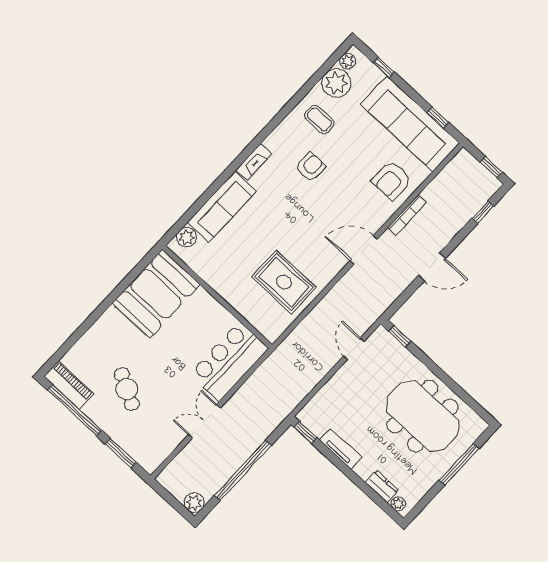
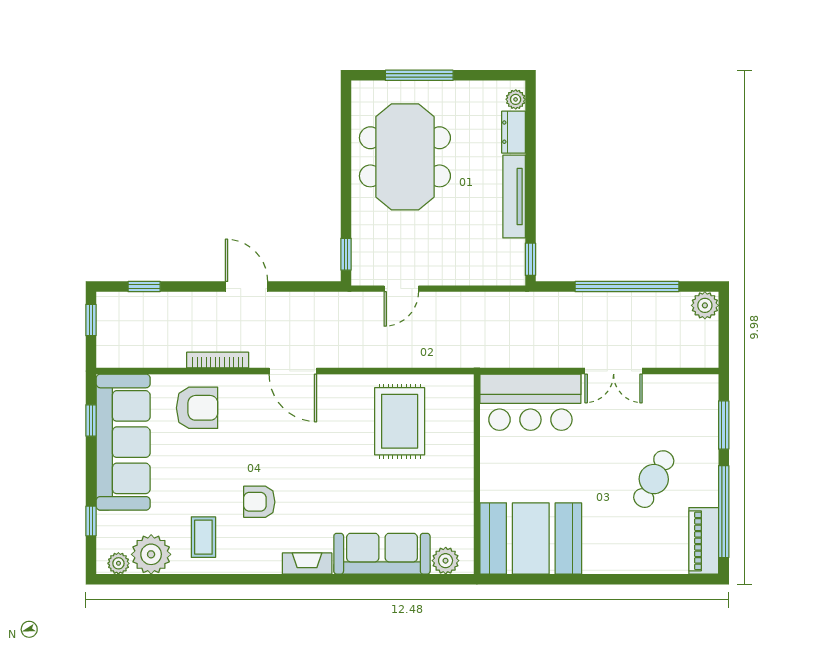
tv unit: (341, 449) -> (514, 197), width x1.41

